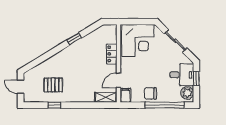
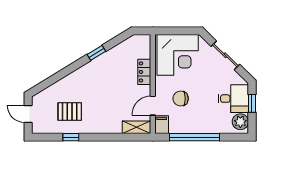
chair: (150, 93) -> (181, 99), moved
window: (164, 105) -> (194, 137), moved

